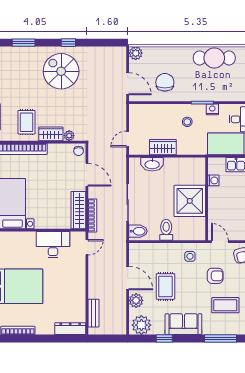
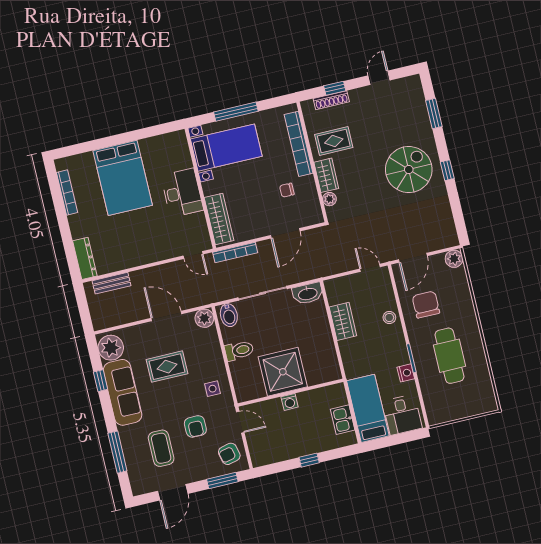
cafe table: (214, 58) -> (449, 356), moved
chair: (165, 82) -> (426, 305), turned -90
stool: (187, 122) -> (389, 317), moved
door: (128, 139) -> (370, 268), moved
chair: (79, 151) -> (287, 190), moved
washbasin: (152, 164) -> (308, 294), moved, turned -90
washing machine: (213, 180) -> (290, 402), moved
wardrobe: (78, 210) -> (219, 219), moved, turned 90
door: (220, 242) -> (240, 422), hinge flipped
desk: (53, 245) -> (182, 193), moved
door: (128, 278) -> (166, 316), swing flipped
plant: (136, 300) -> (204, 318), moved
sofa: (183, 324) -> (123, 392), width x1.36

